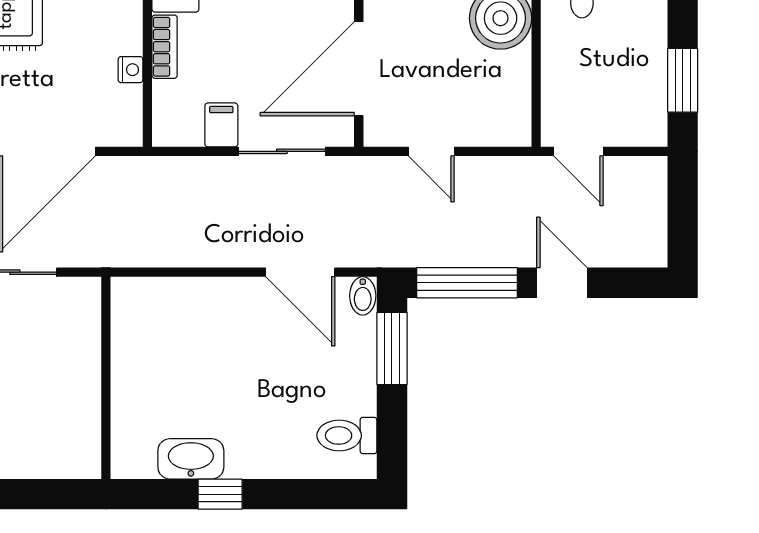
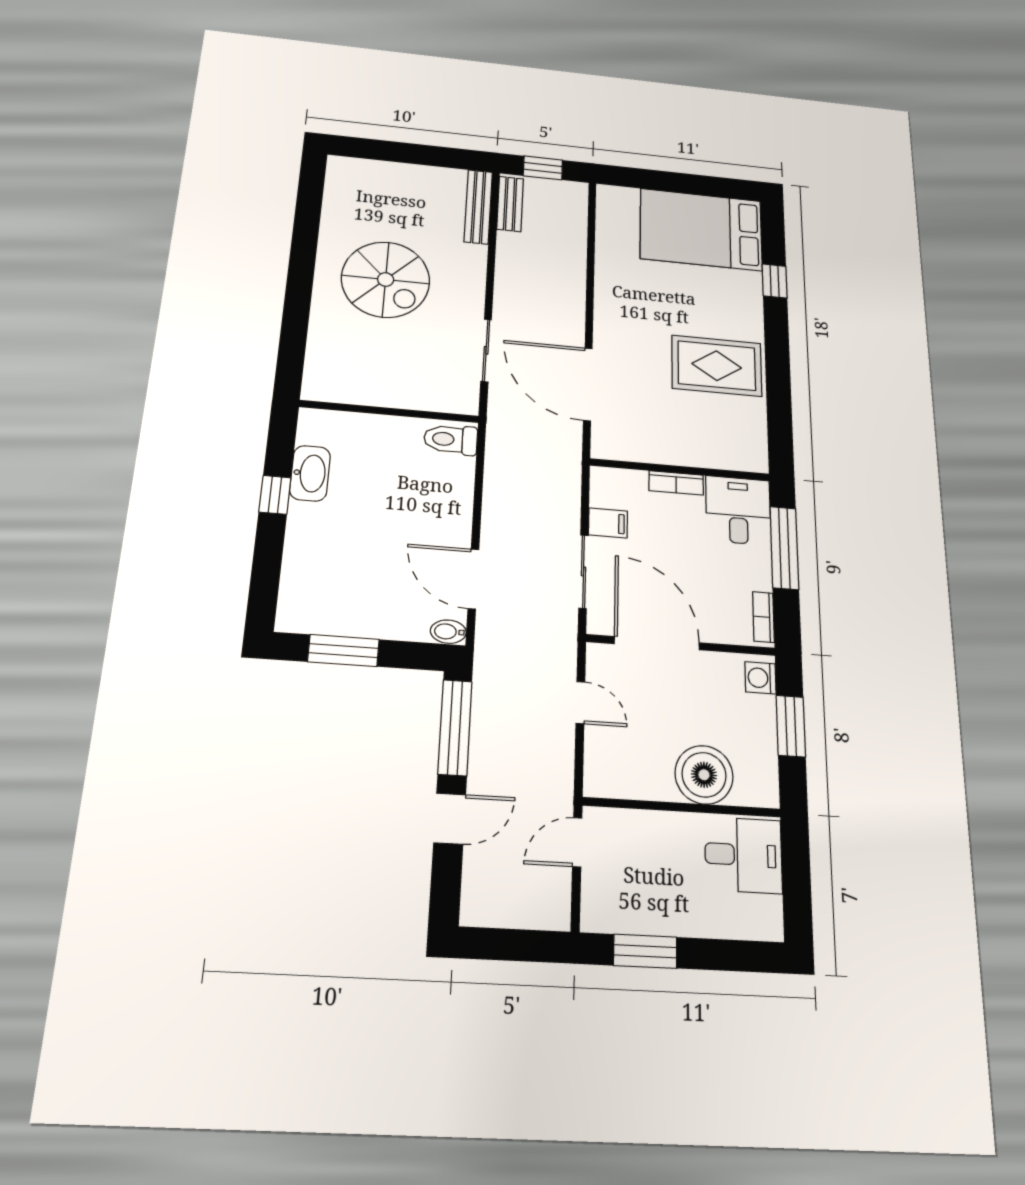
nightstand: (131, 70) -> (656, 454), removed
door: (431, 151) -> (580, 703), swing flipped
door: (300, 272) -> (473, 579), hinge flipped
window: (392, 348) -> (343, 651), moved
toilet: (347, 435) -> (451, 439), moved, turned -90

